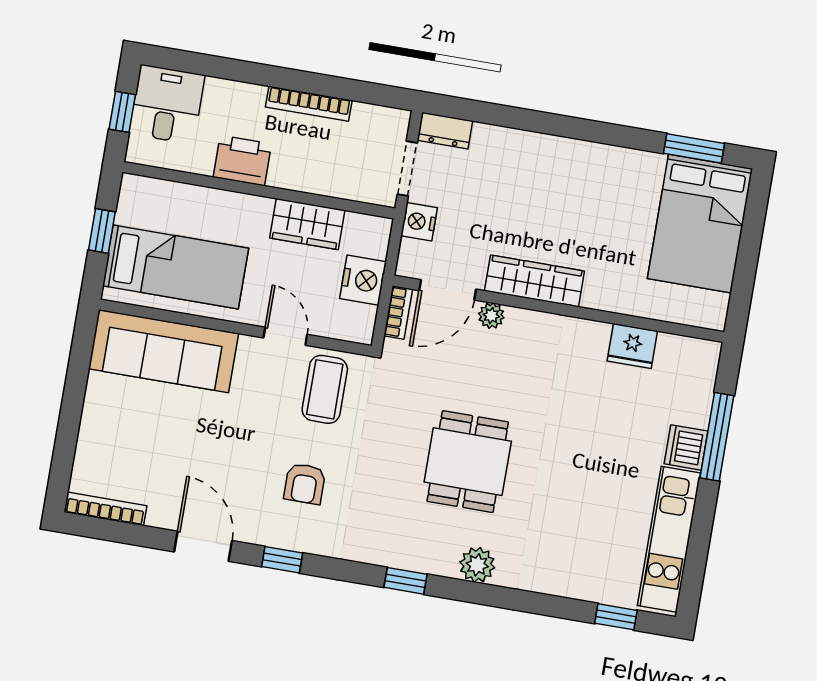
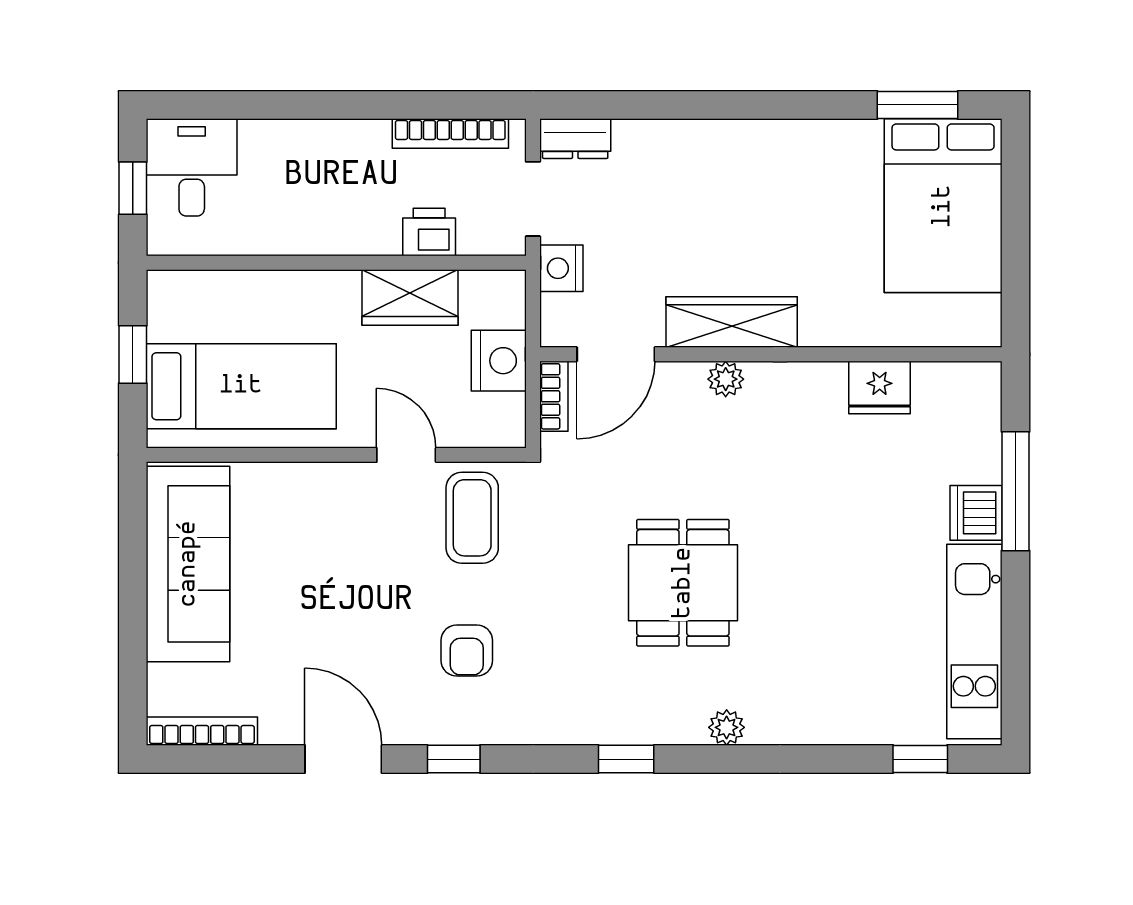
bookcase: (309, 104) -> (450, 134), moved
printer: (242, 161) -> (429, 232), moved, width x0.73, depth x0.81
plant: (491, 316) -> (726, 379), moved
sofa: (163, 351) -> (188, 564), moved, turned -90
plant: (477, 565) -> (727, 727), width x0.73, depth x0.73

